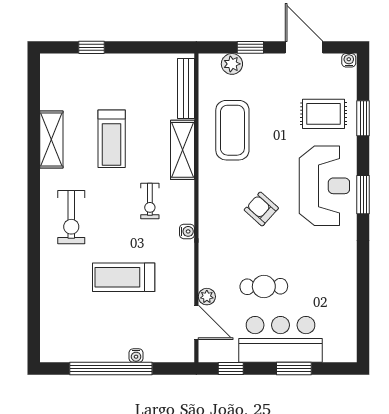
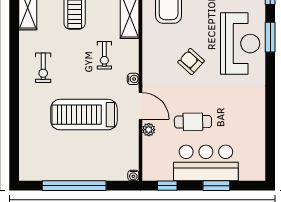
window: (363, 195) -> (270, 37), moved
exercise bike: (71, 217) -> (43, 68), width x0.73, depth x0.72
treadmill: (124, 277) -> (84, 115), width x1.37, depth x1.37
door: (196, 322) -> (141, 106), moved
water cooler: (136, 356) -> (133, 175), moved

